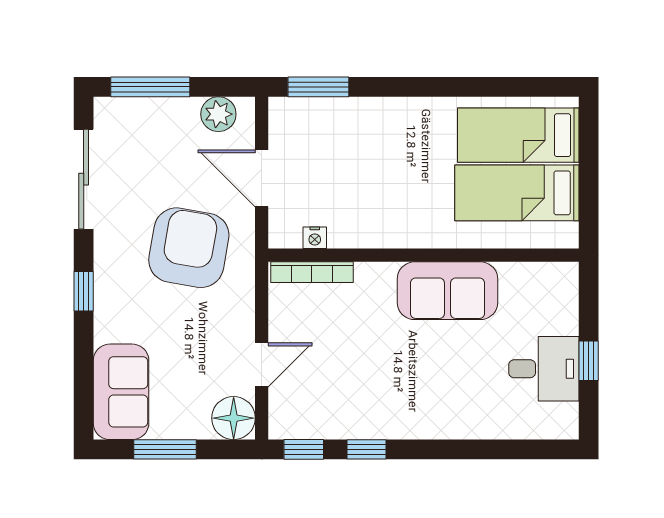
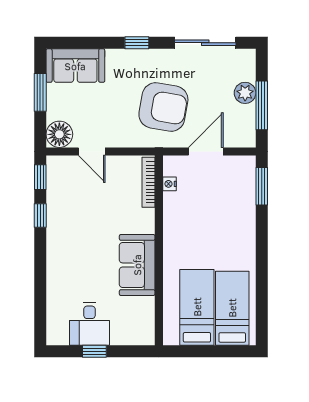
window: (150, 87) -> (262, 105), moved
plant: (218, 114) -> (245, 93), moved

